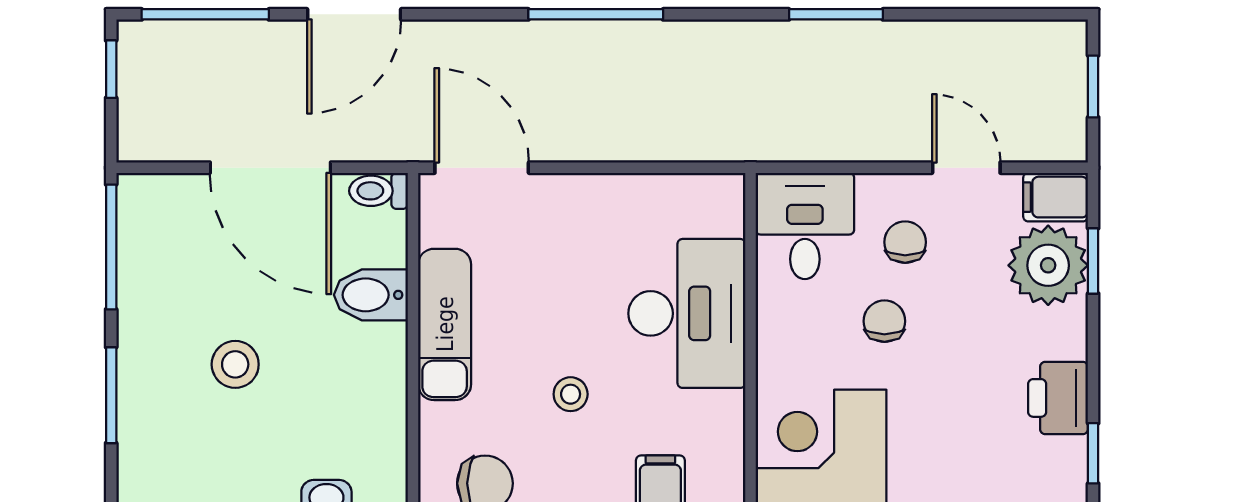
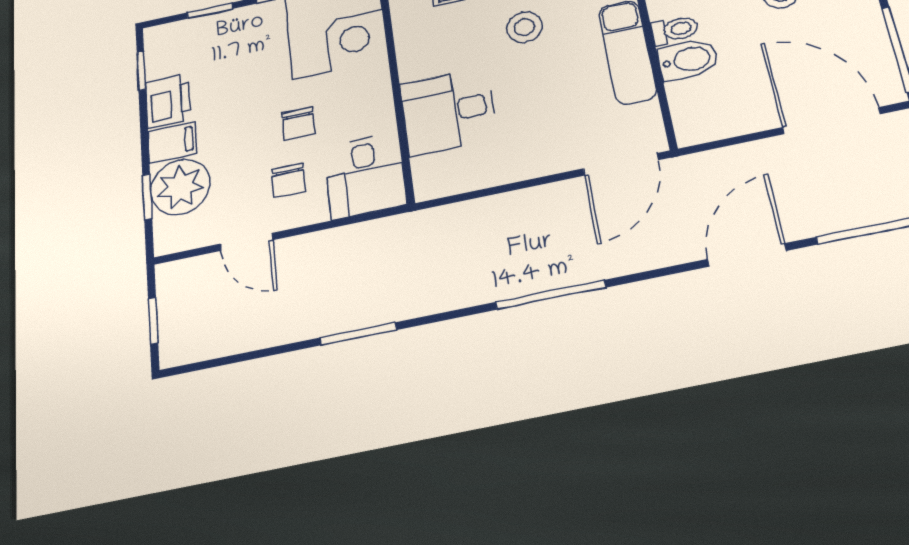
door: (270, 168) -> (831, 121), moved
door: (482, 168) -> (621, 164), hinge flipped
toilet: (379, 191) -> (675, 30), moved
filing cabinet: (1056, 197) -> (172, 142), moved
desk: (687, 313) -> (448, 111), width x0.73
stool: (571, 394) -> (524, 27), width x1.37, depth x1.37

